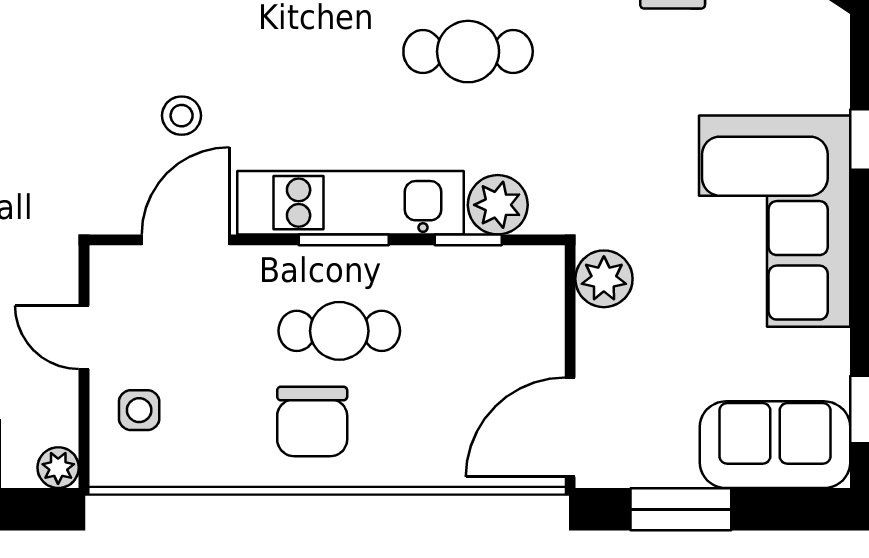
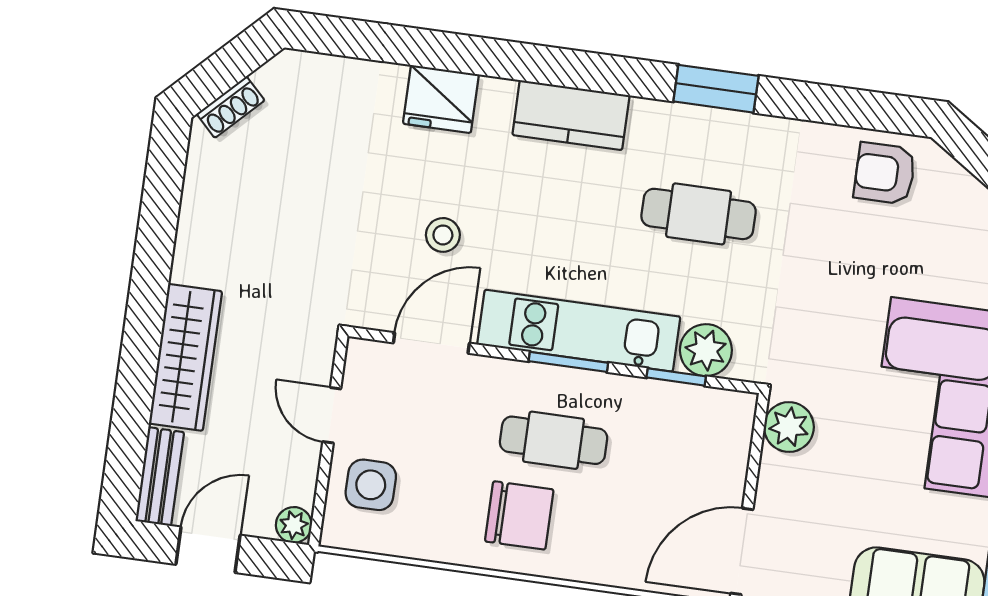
side table: (139, 410) -> (371, 485), width x1.37, depth x1.37
chair: (312, 421) -> (519, 515), turned -90

